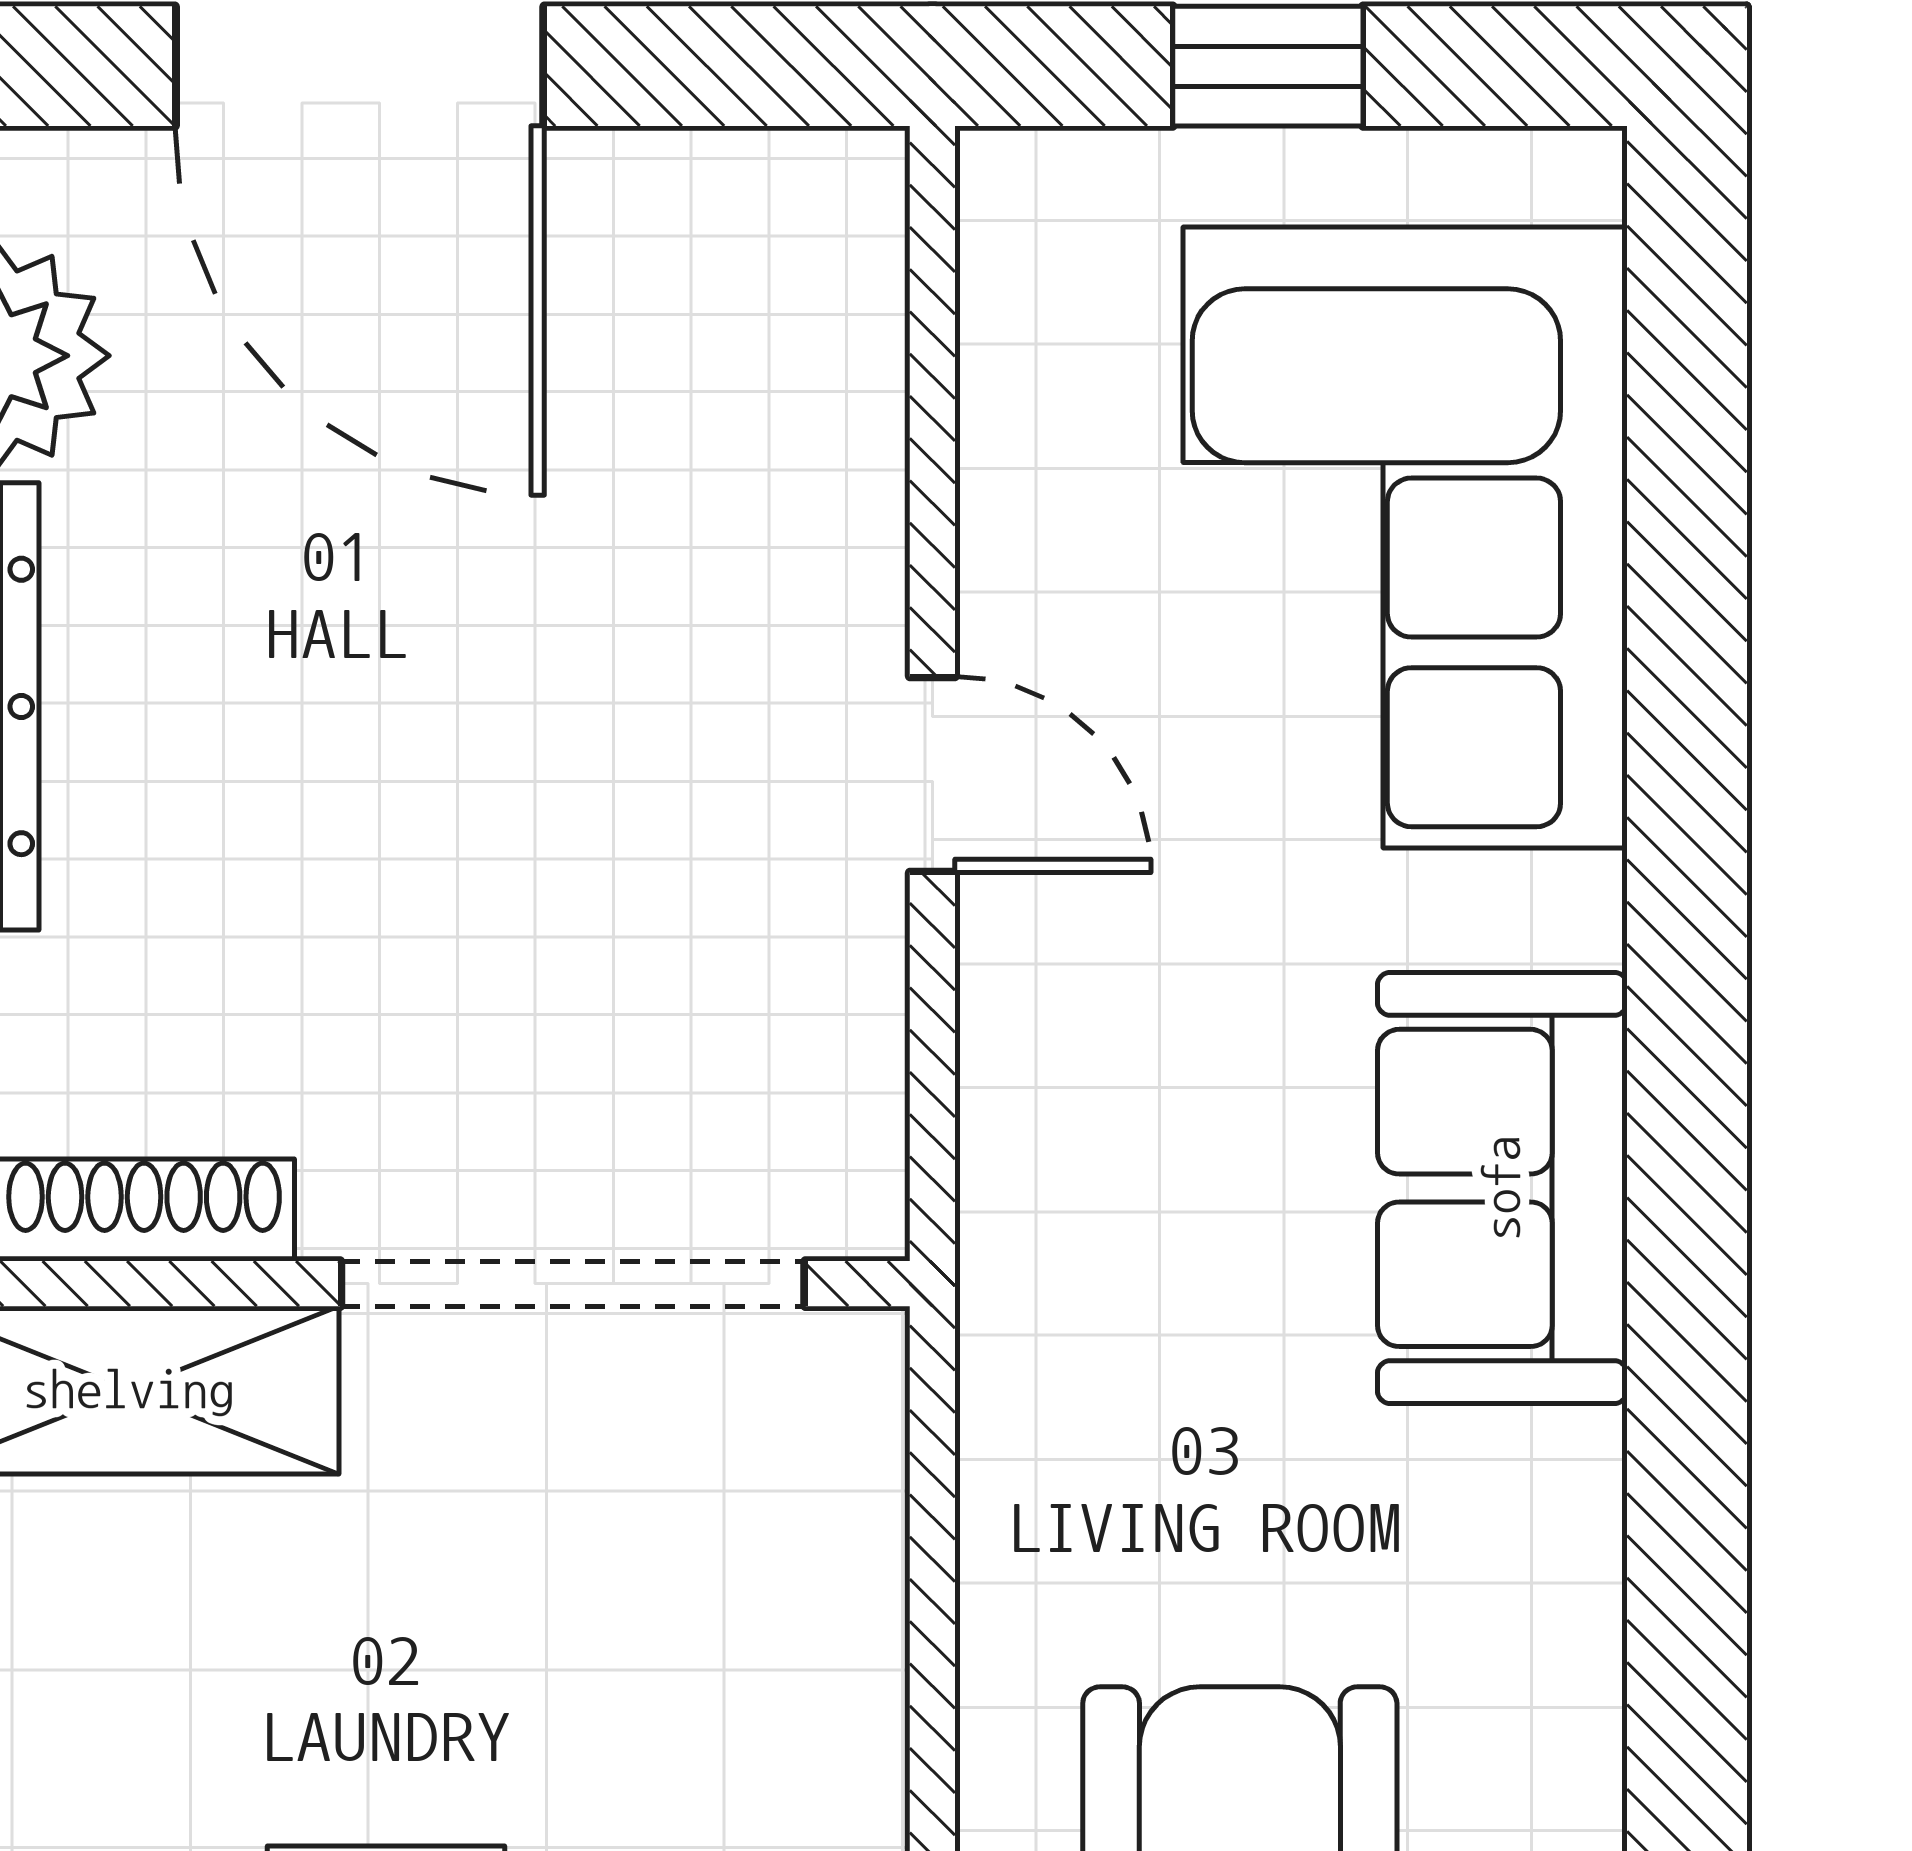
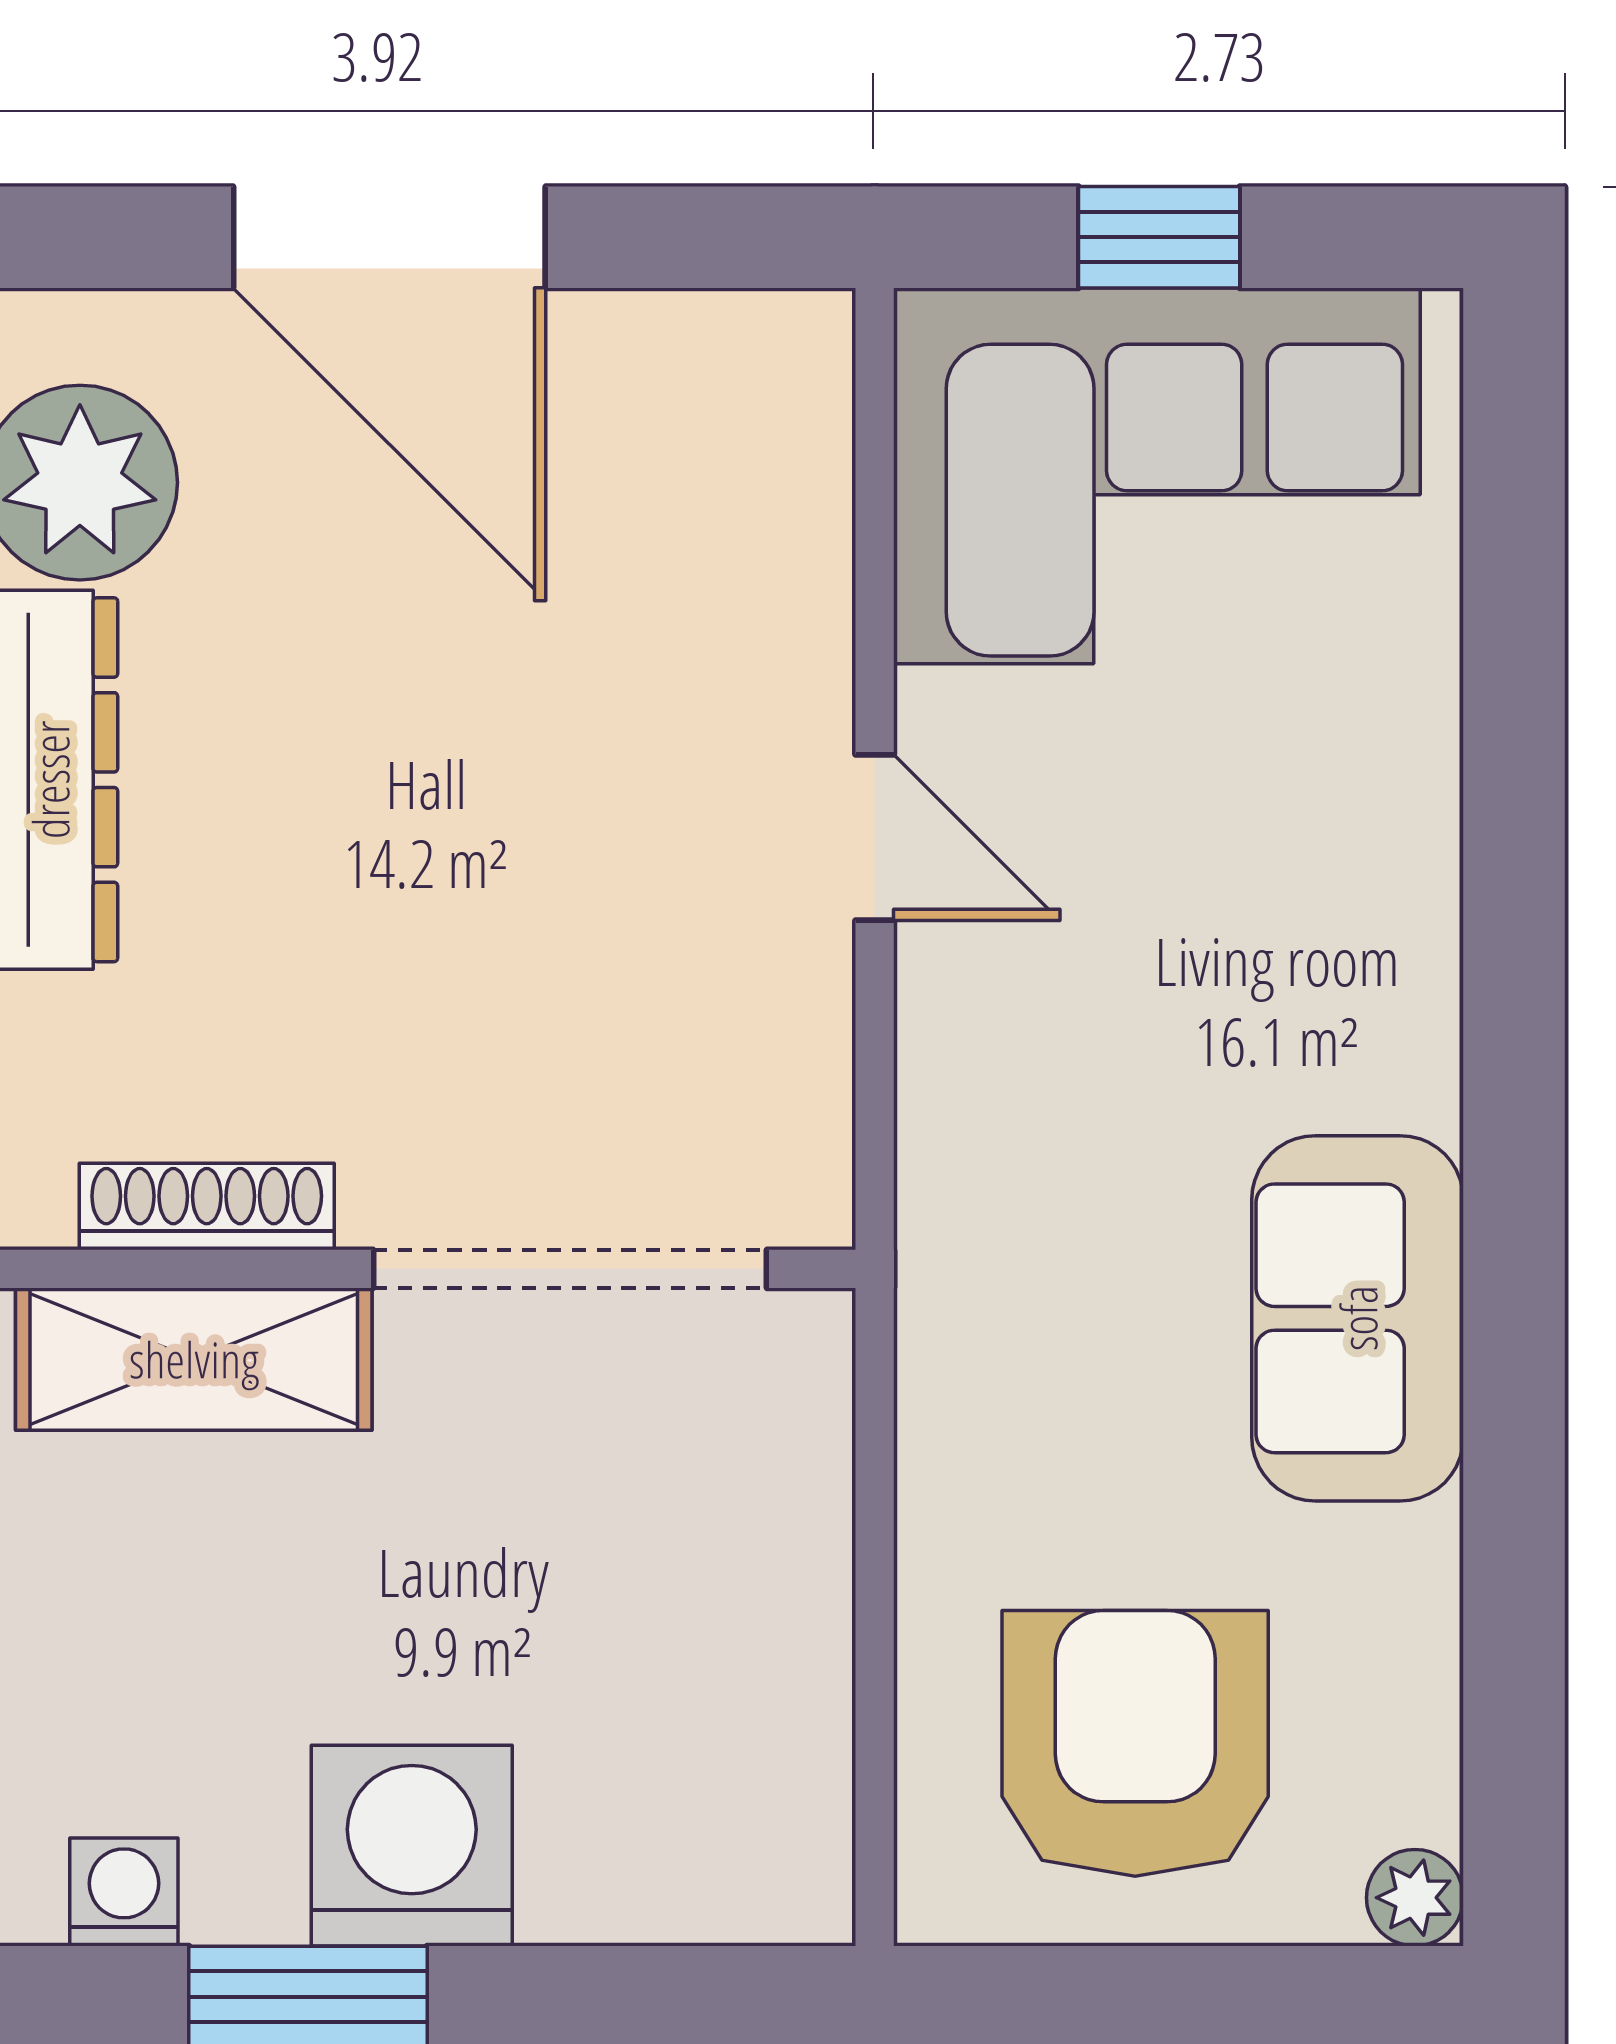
corner sofa: (1405, 537) -> (1157, 476), moved, turned -90
sofa: (1502, 1188) -> (1358, 1318), moved

